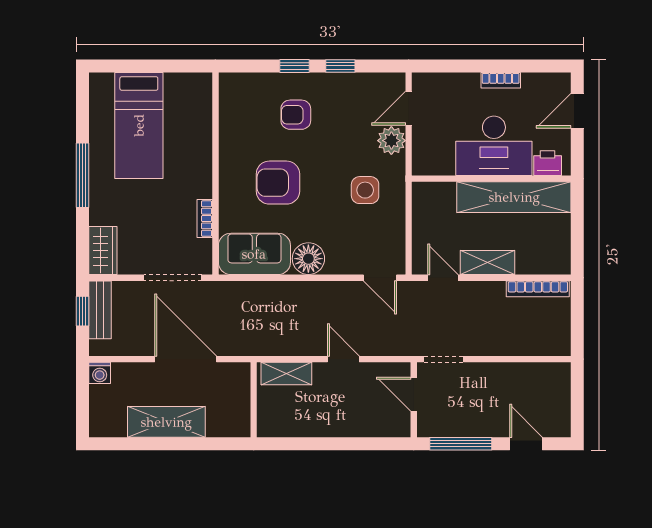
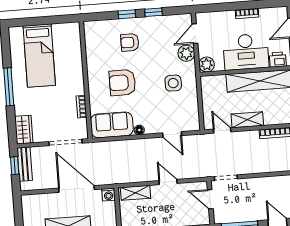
plant: (425, 162) -> (207, 65), added
floor lamp: (308, 259) -> (139, 130), width x0.53, depth x0.53
door: (380, 278) -> (172, 134), moved
washing machine: (100, 373) -> (109, 195), moved

